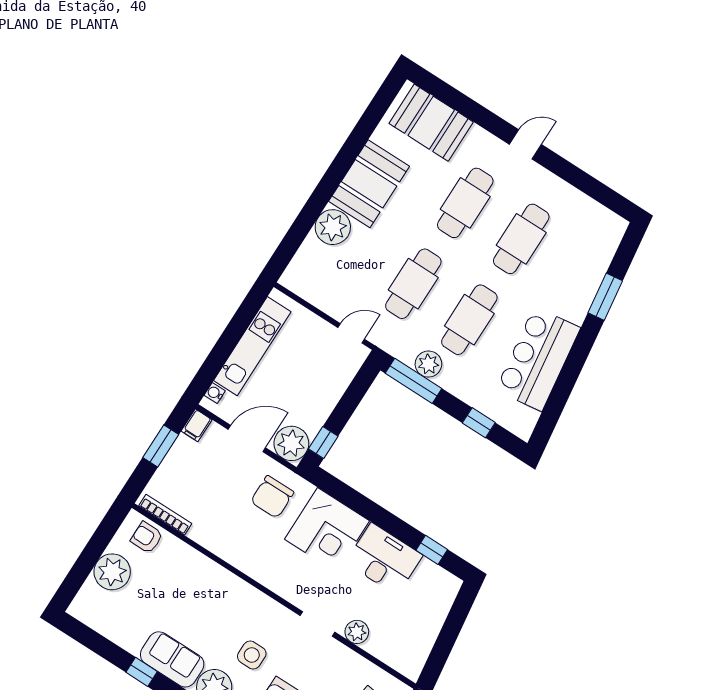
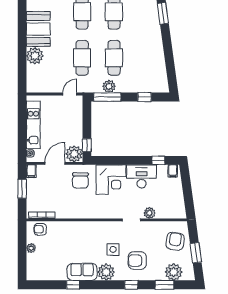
bar counter: (538, 359) -> (152, 56), removed
plant: (112, 572) -> (31, 248), width x0.53, depth x0.53
filing cabinet: (445, 584) -> (173, 171), added

